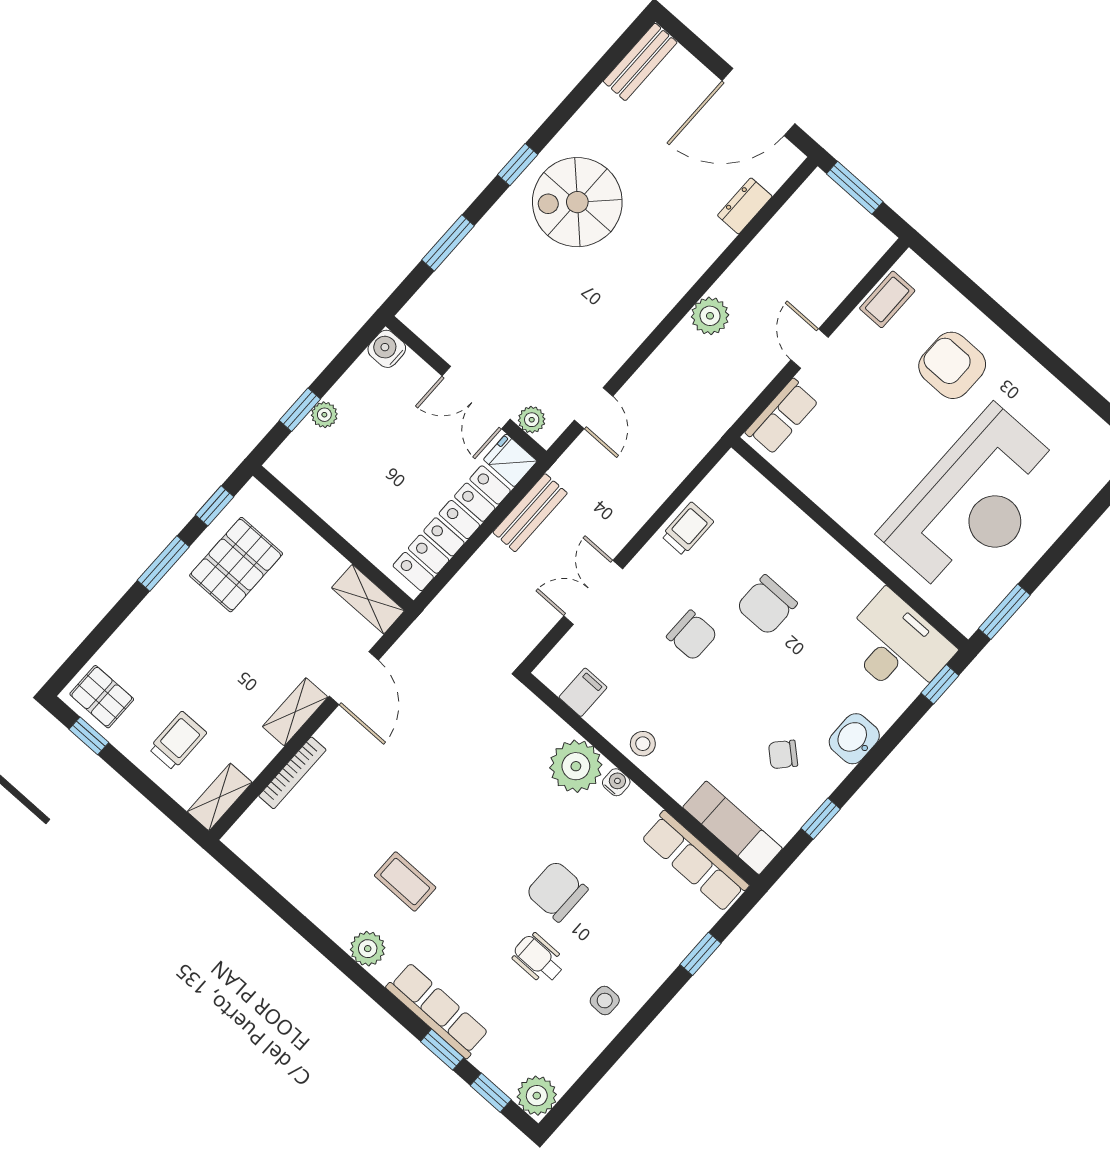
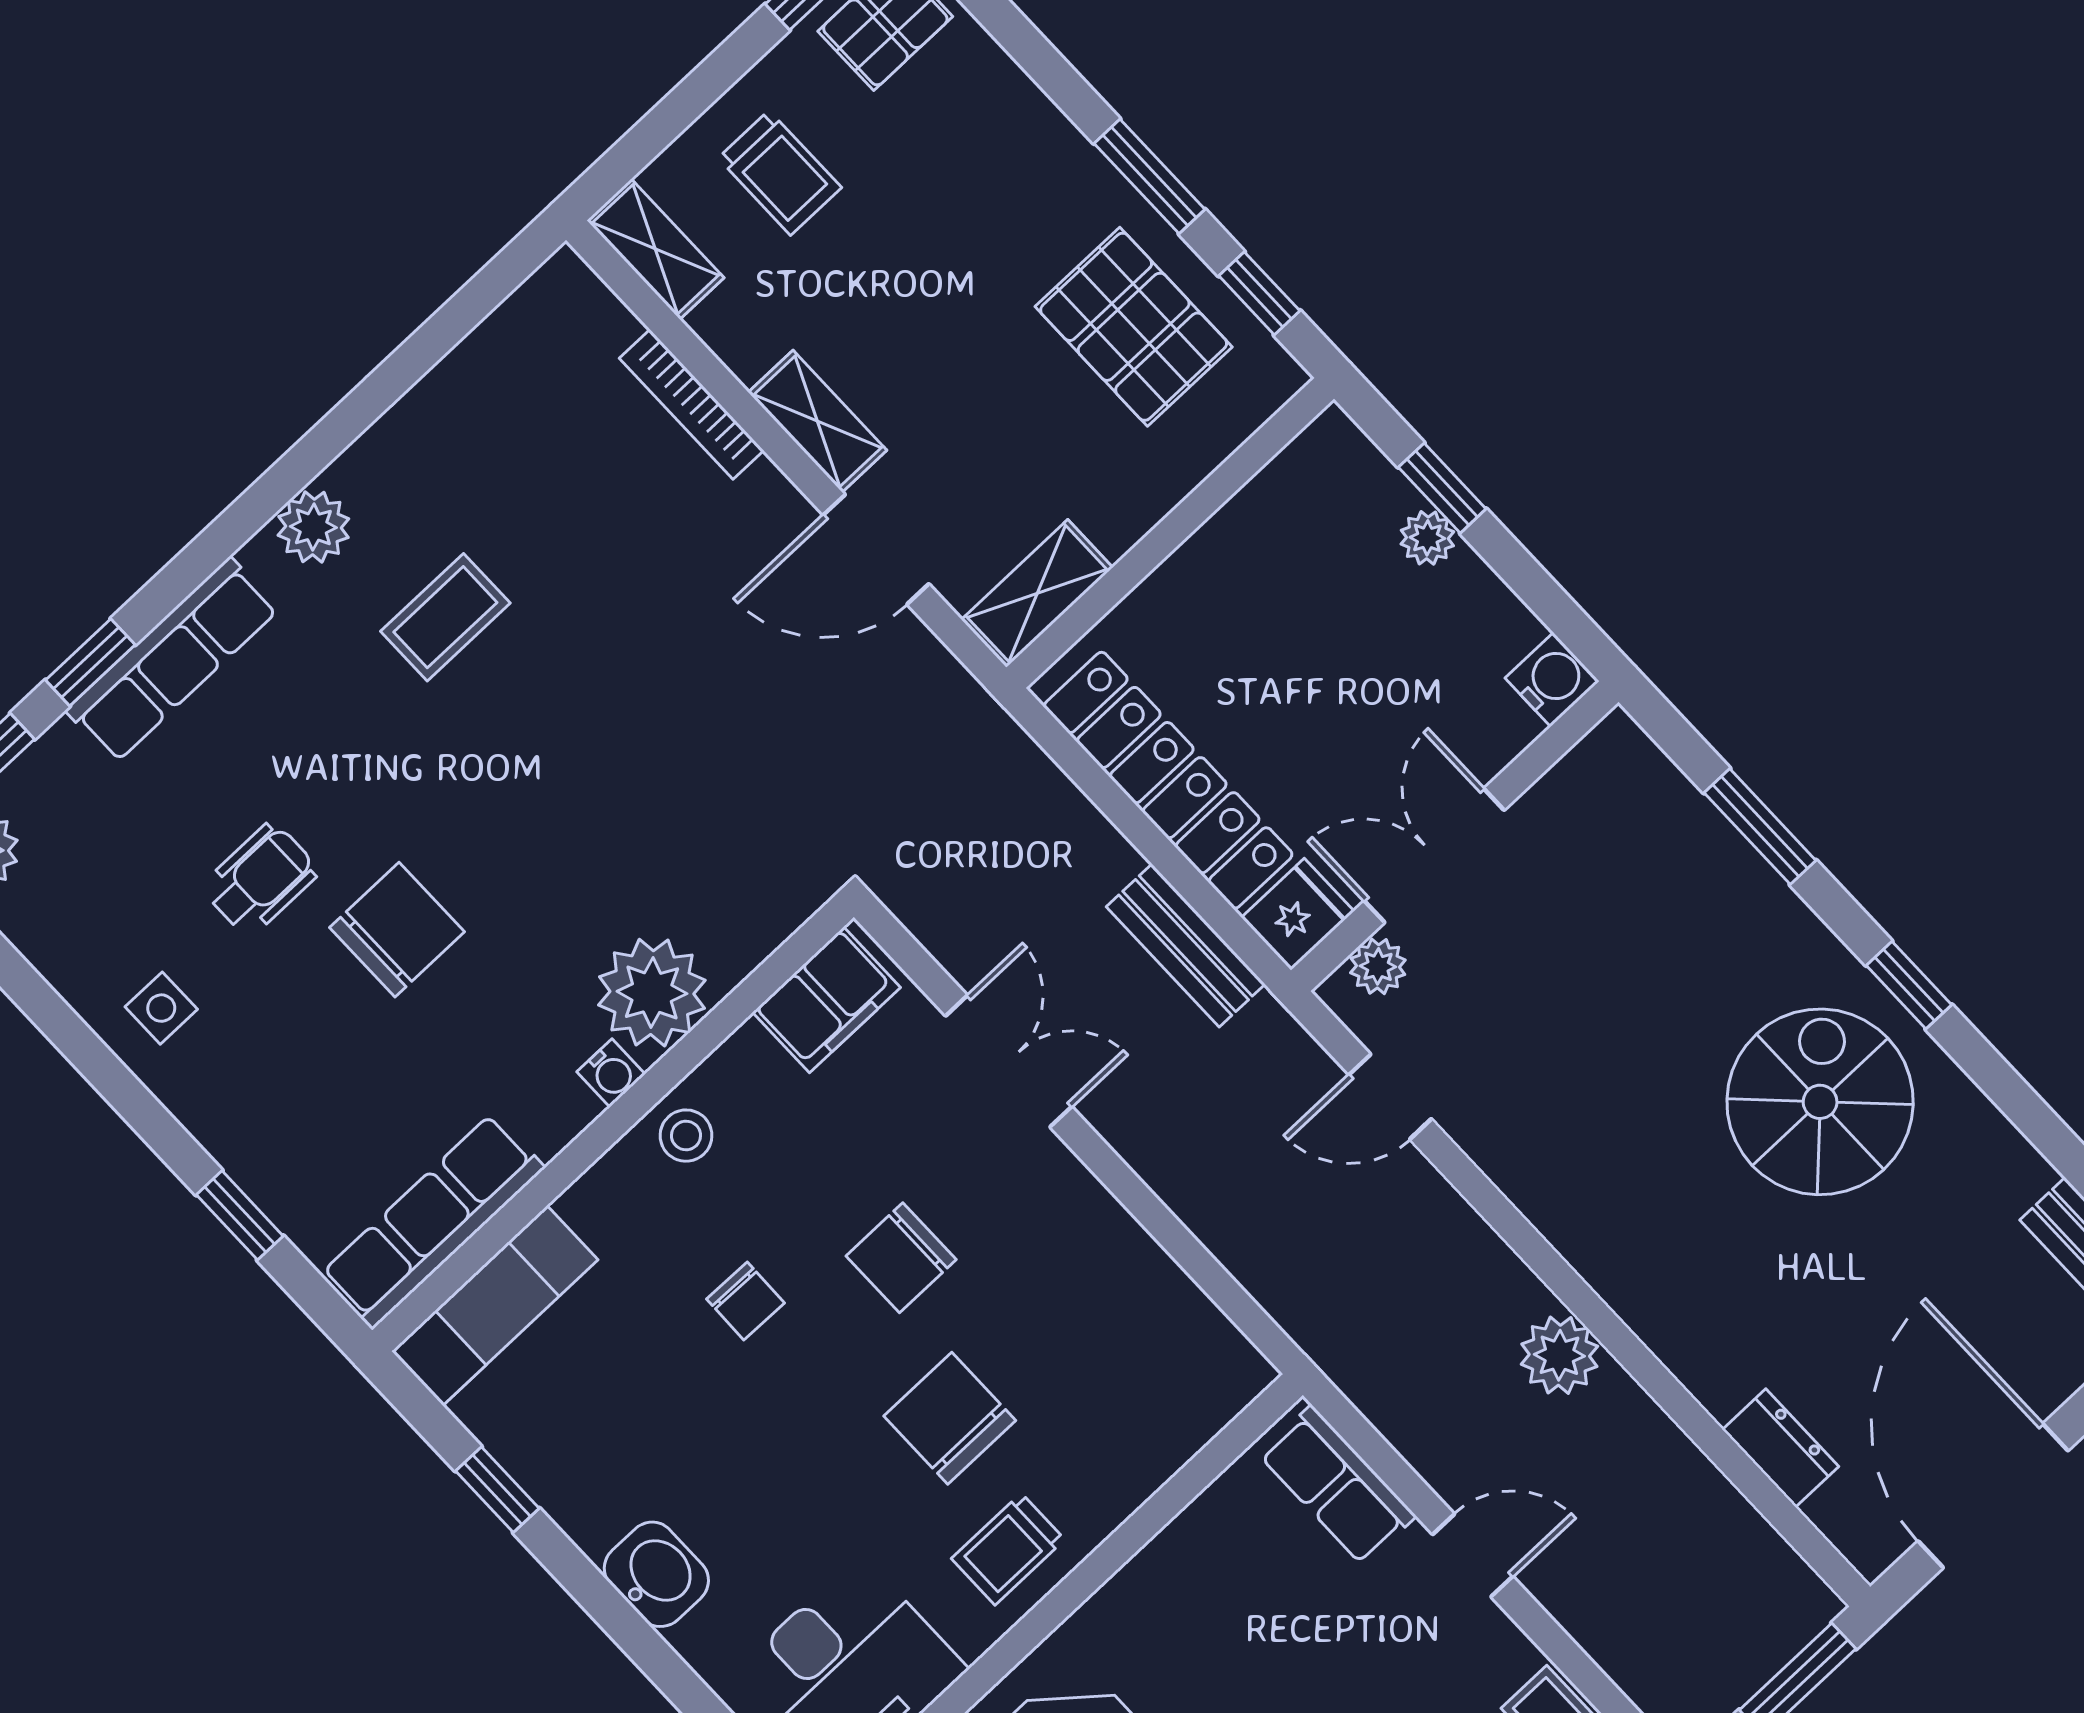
trolley: (687, 529) -> (1008, 1549), moved, turned 90
filing cabinet: (583, 692) -> (827, 1000), width x2.00
chair: (783, 754) -> (745, 1301), moved, turned 139

